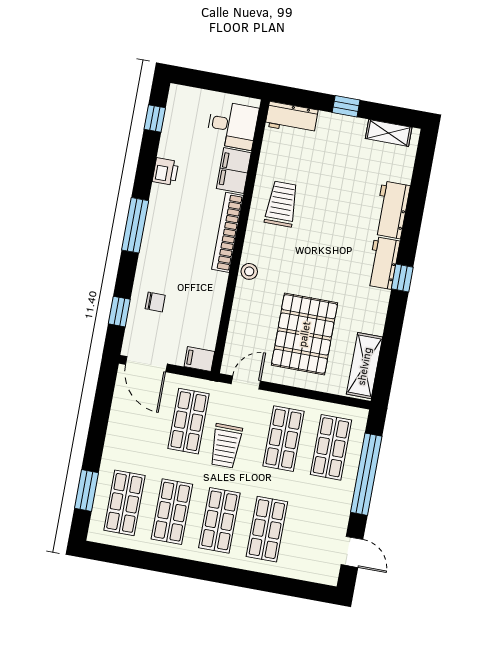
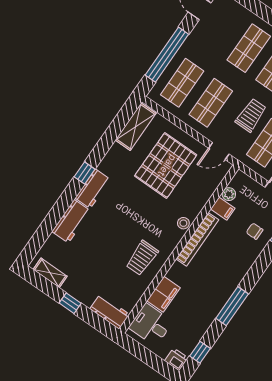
printer: (165, 171) -> (176, 359), moved, turned 90
window: (135, 225) -> (232, 306), moved
bookcase: (227, 232) -> (197, 239), moved
plant: (209, 334) -> (229, 194), added
filing cabinet: (199, 359) -> (223, 209), moved

